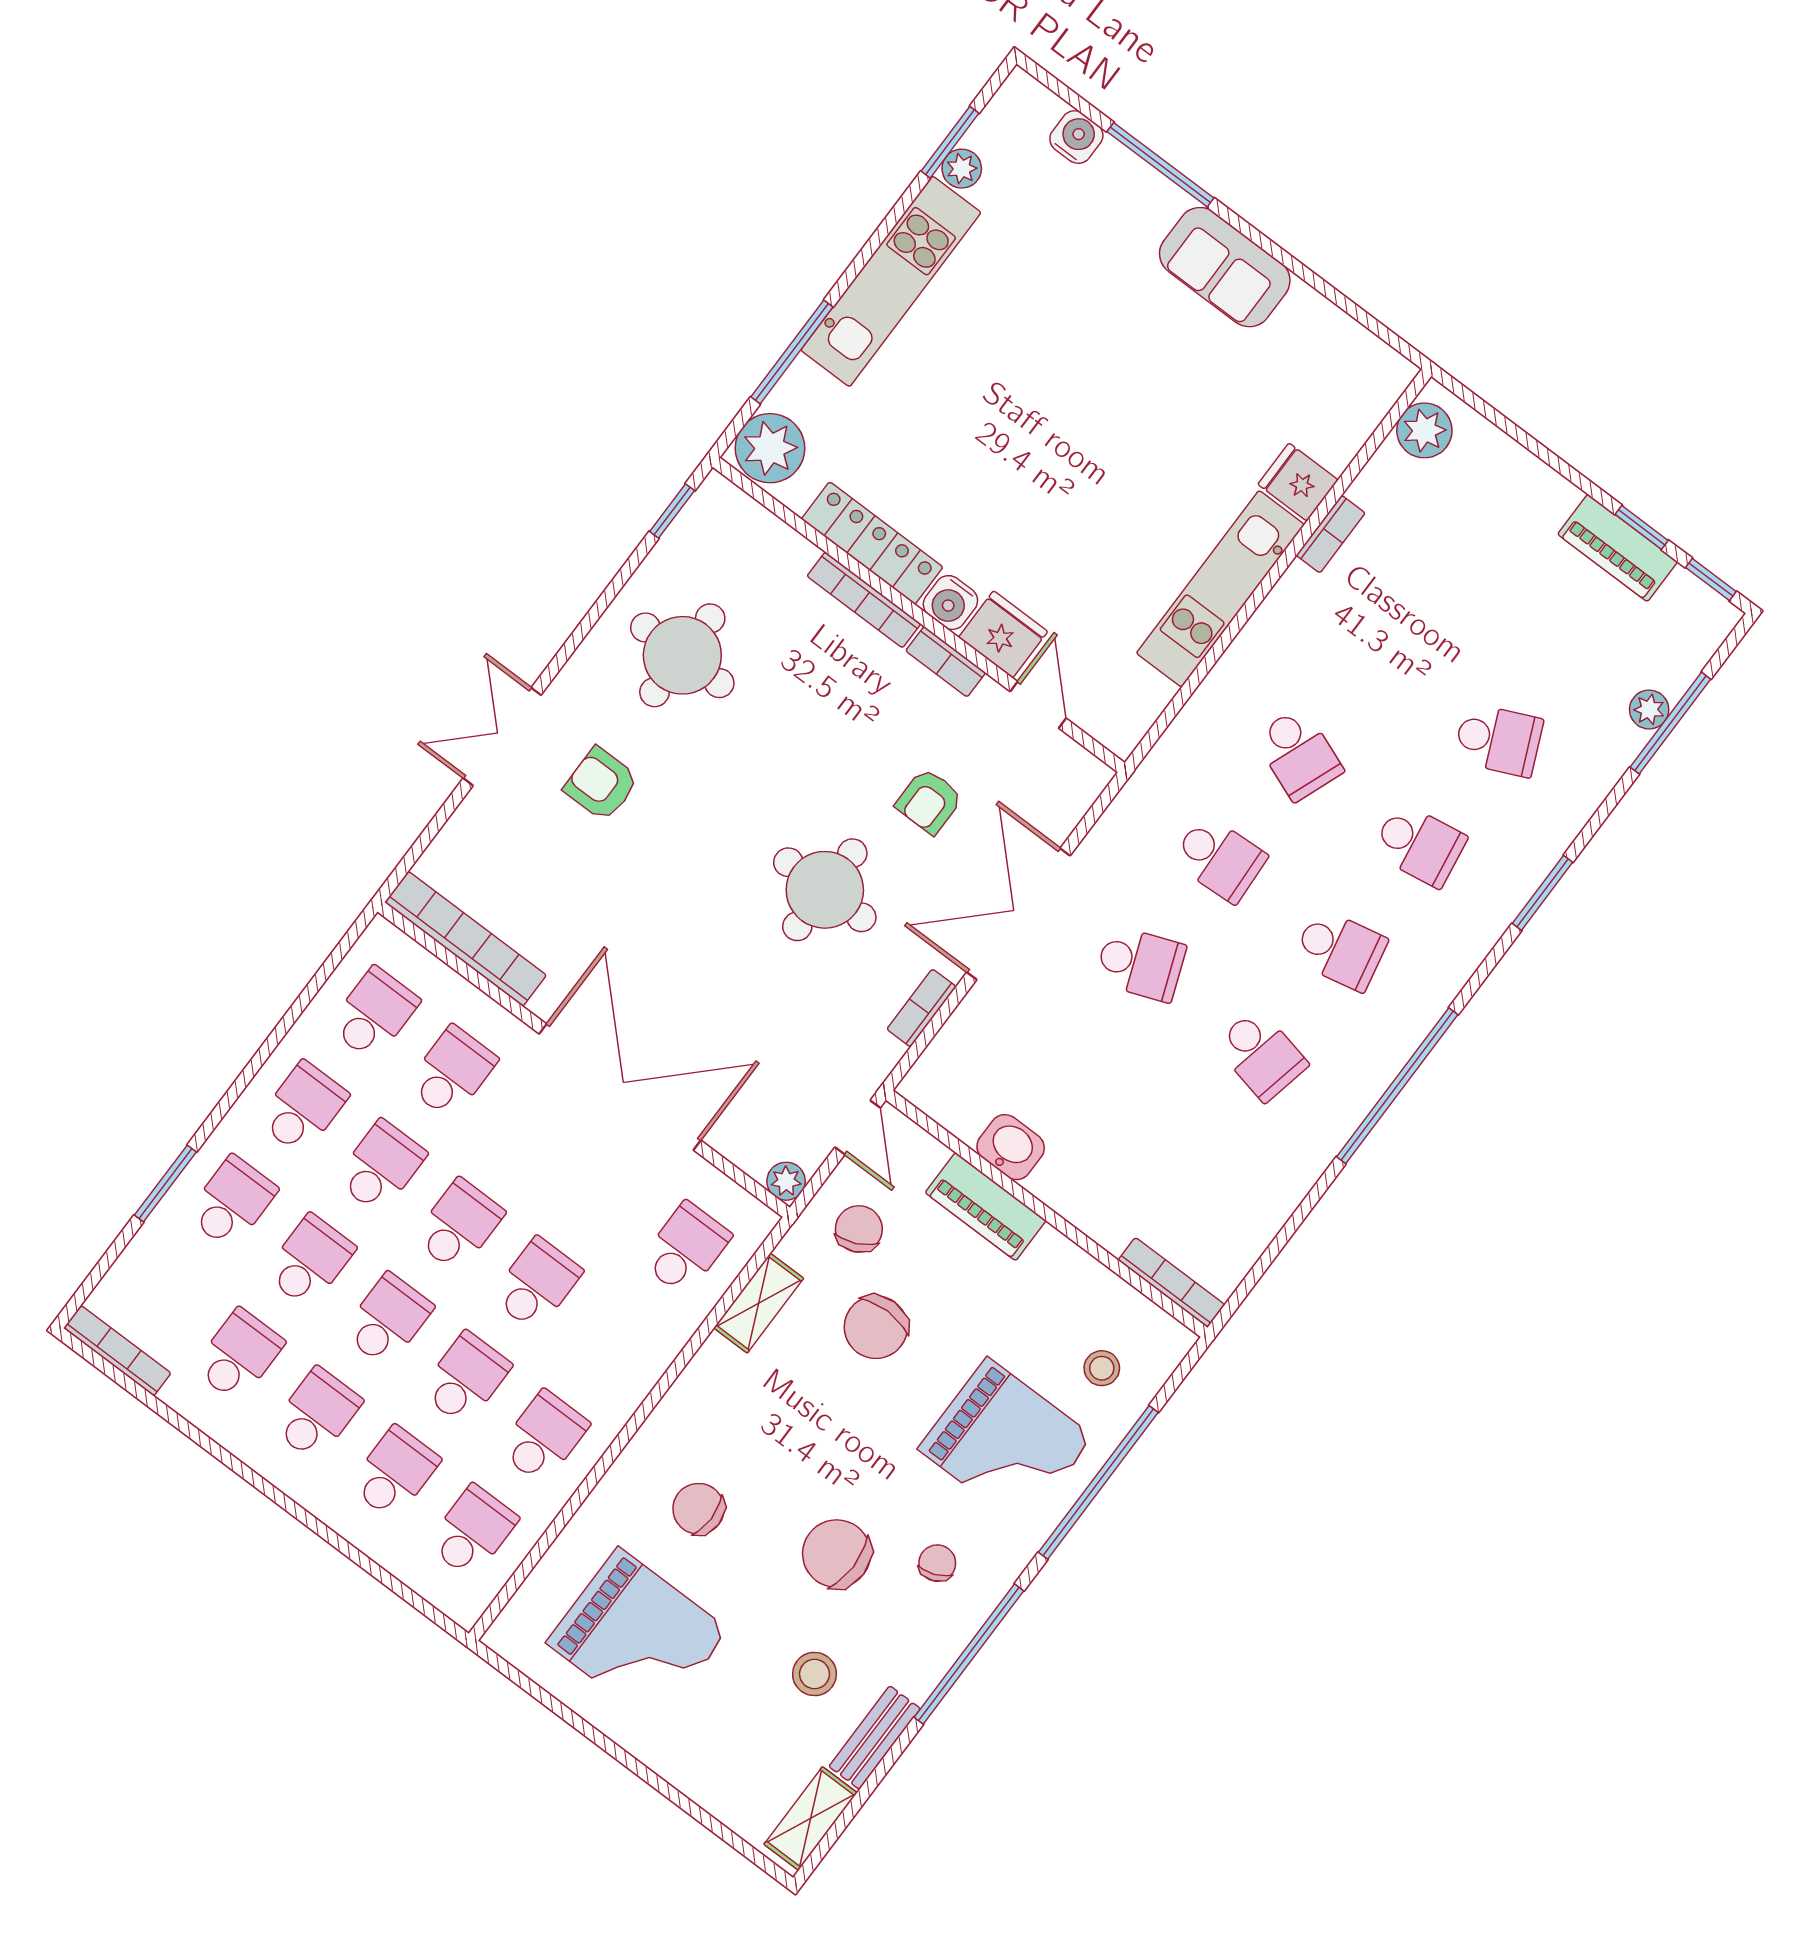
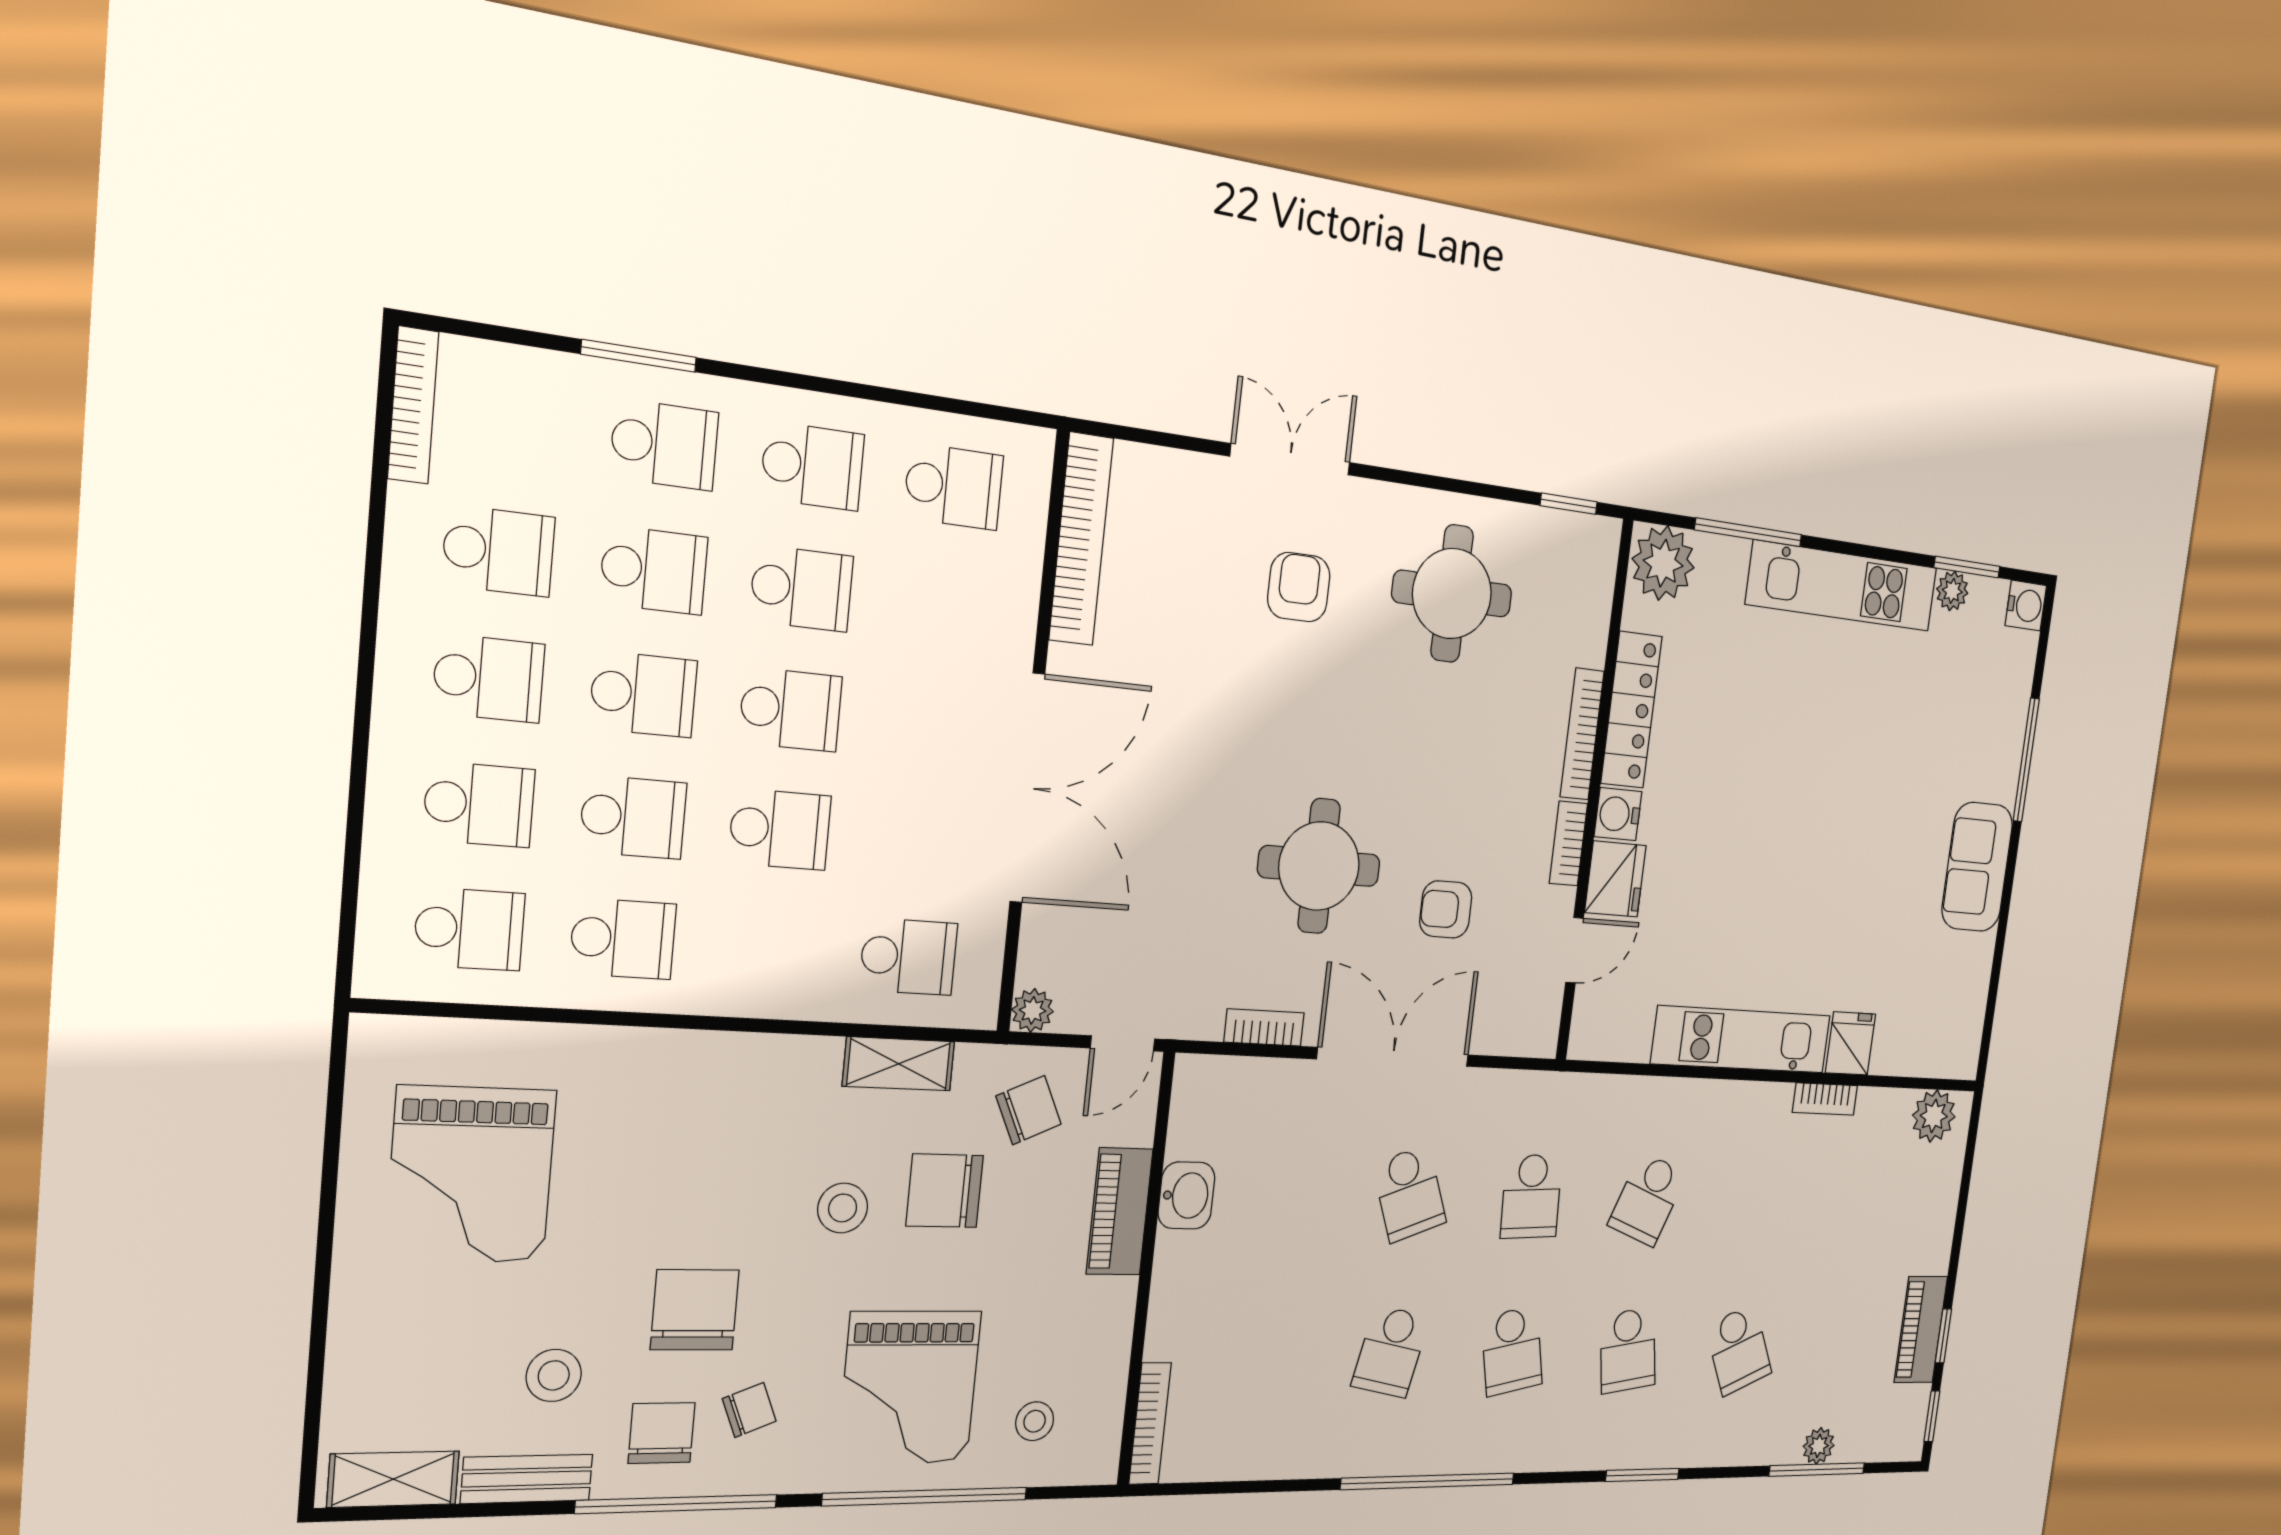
water cooler: (1076, 137) -> (2026, 605), moved
school desk: (452, 1072) -> (942, 606), removed
stool: (836, 1407) -> (843, 1208), added
chair: (699, 1509) -> (662, 1433), moved

